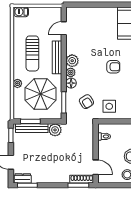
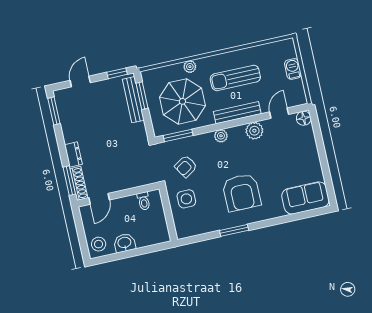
barbecue: (21, 12) -> (293, 69), moved
door: (64, 28) -> (279, 113), hinge flipped
plant: (72, 61) -> (254, 131), moved
armchair: (113, 67) -> (242, 192), width x1.88, depth x1.88
floor lamp: (71, 83) -> (304, 118), moved
plant: (55, 130) -> (138, 132), removed
dresser: (23, 178) -> (73, 155), moved

